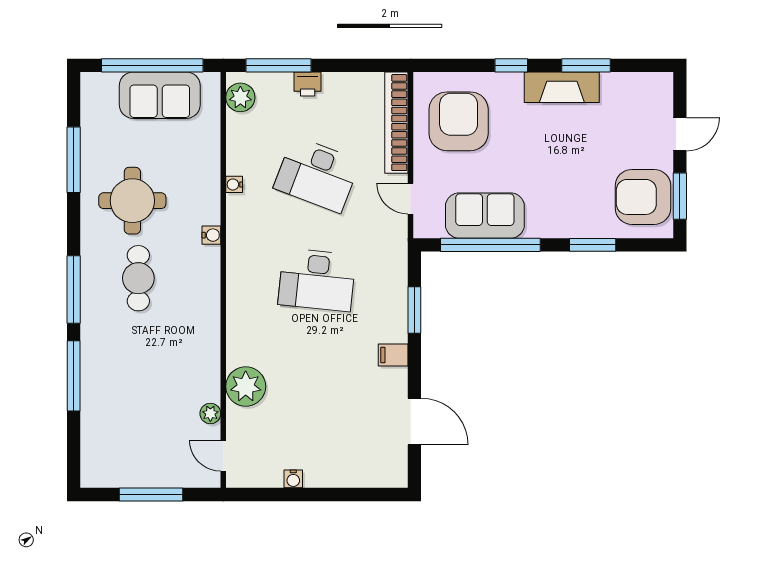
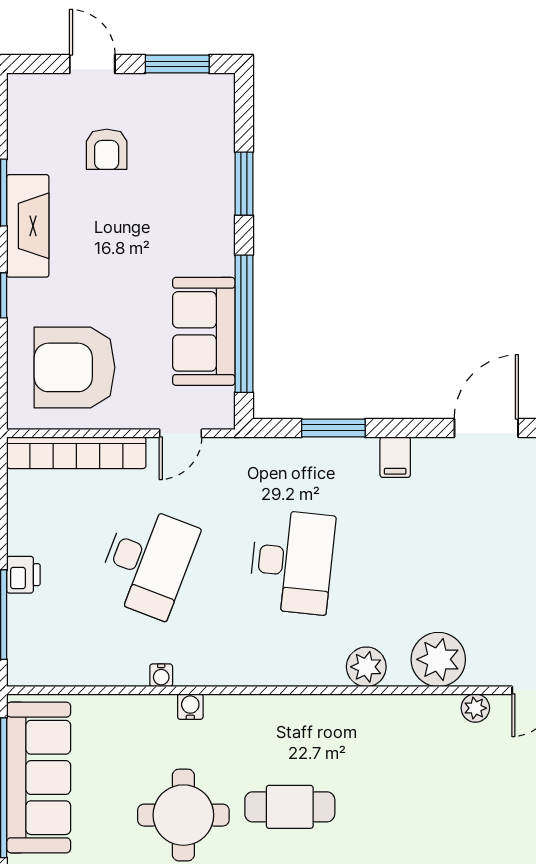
sofa: (160, 95) -> (39, 777), width x1.36
plant: (240, 97) -> (366, 667), moved
armchair: (643, 197) -> (107, 149), moved, width x0.53, depth x0.53
water cooler: (211, 235) -> (190, 707), moved

